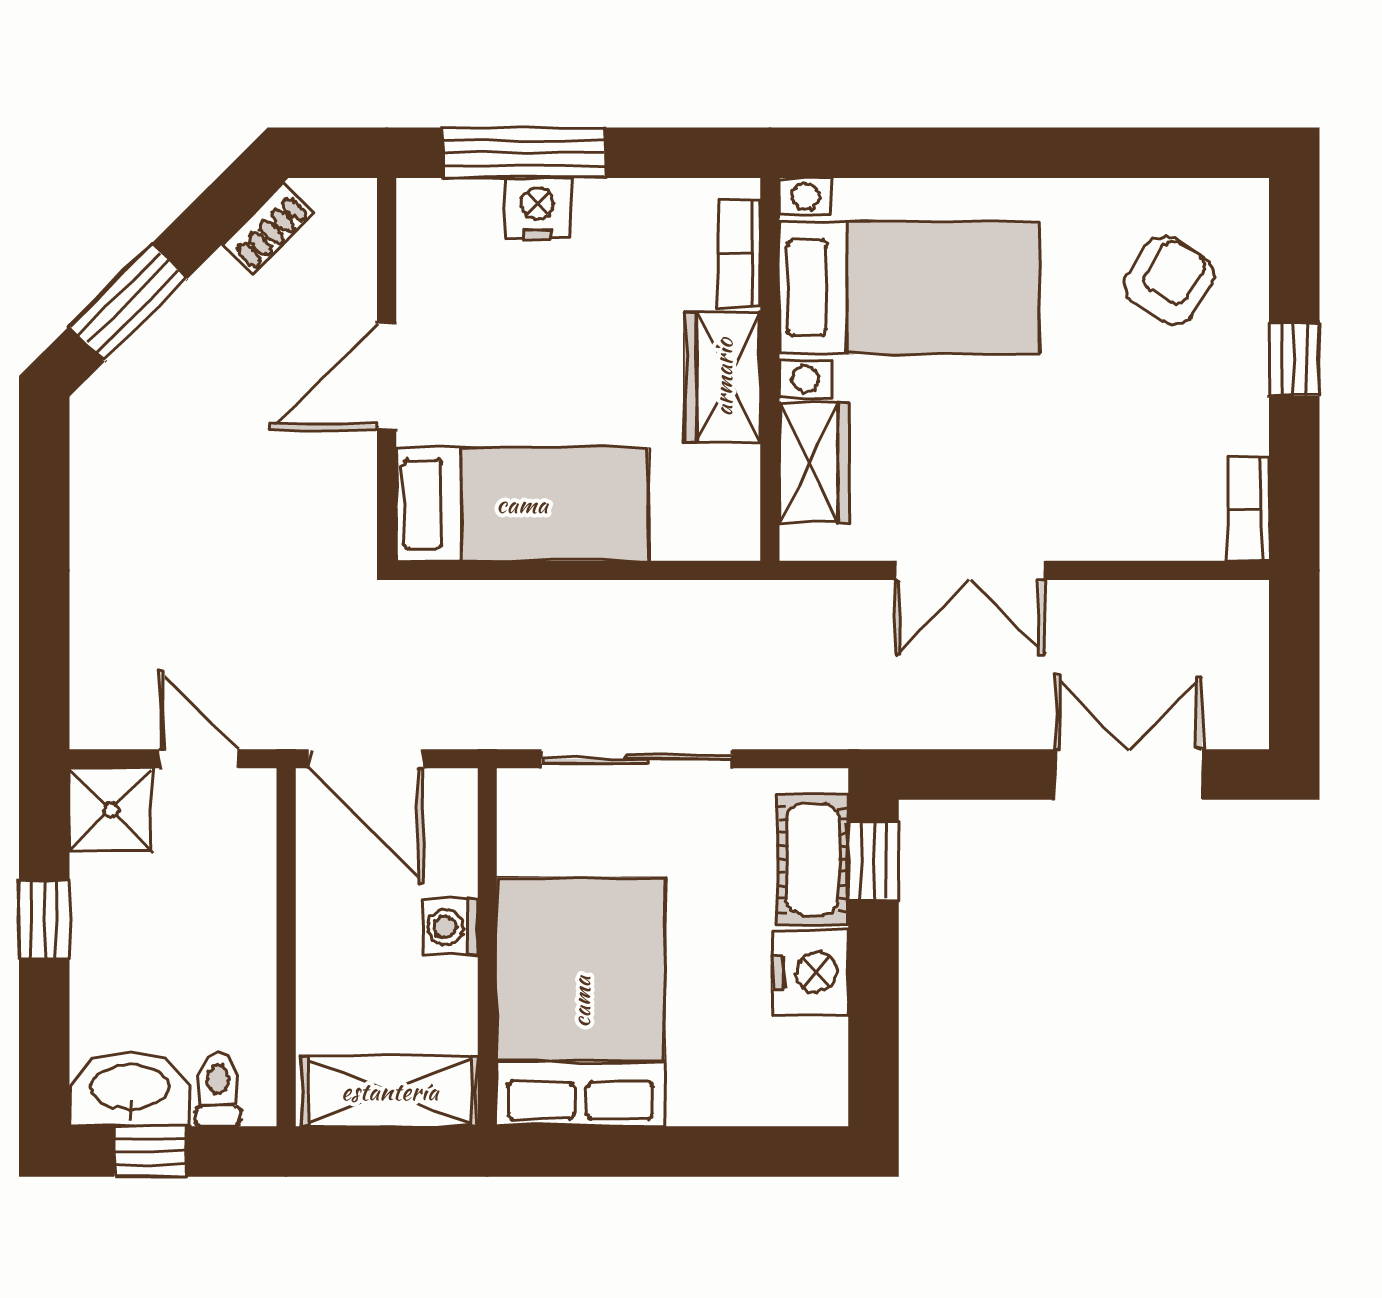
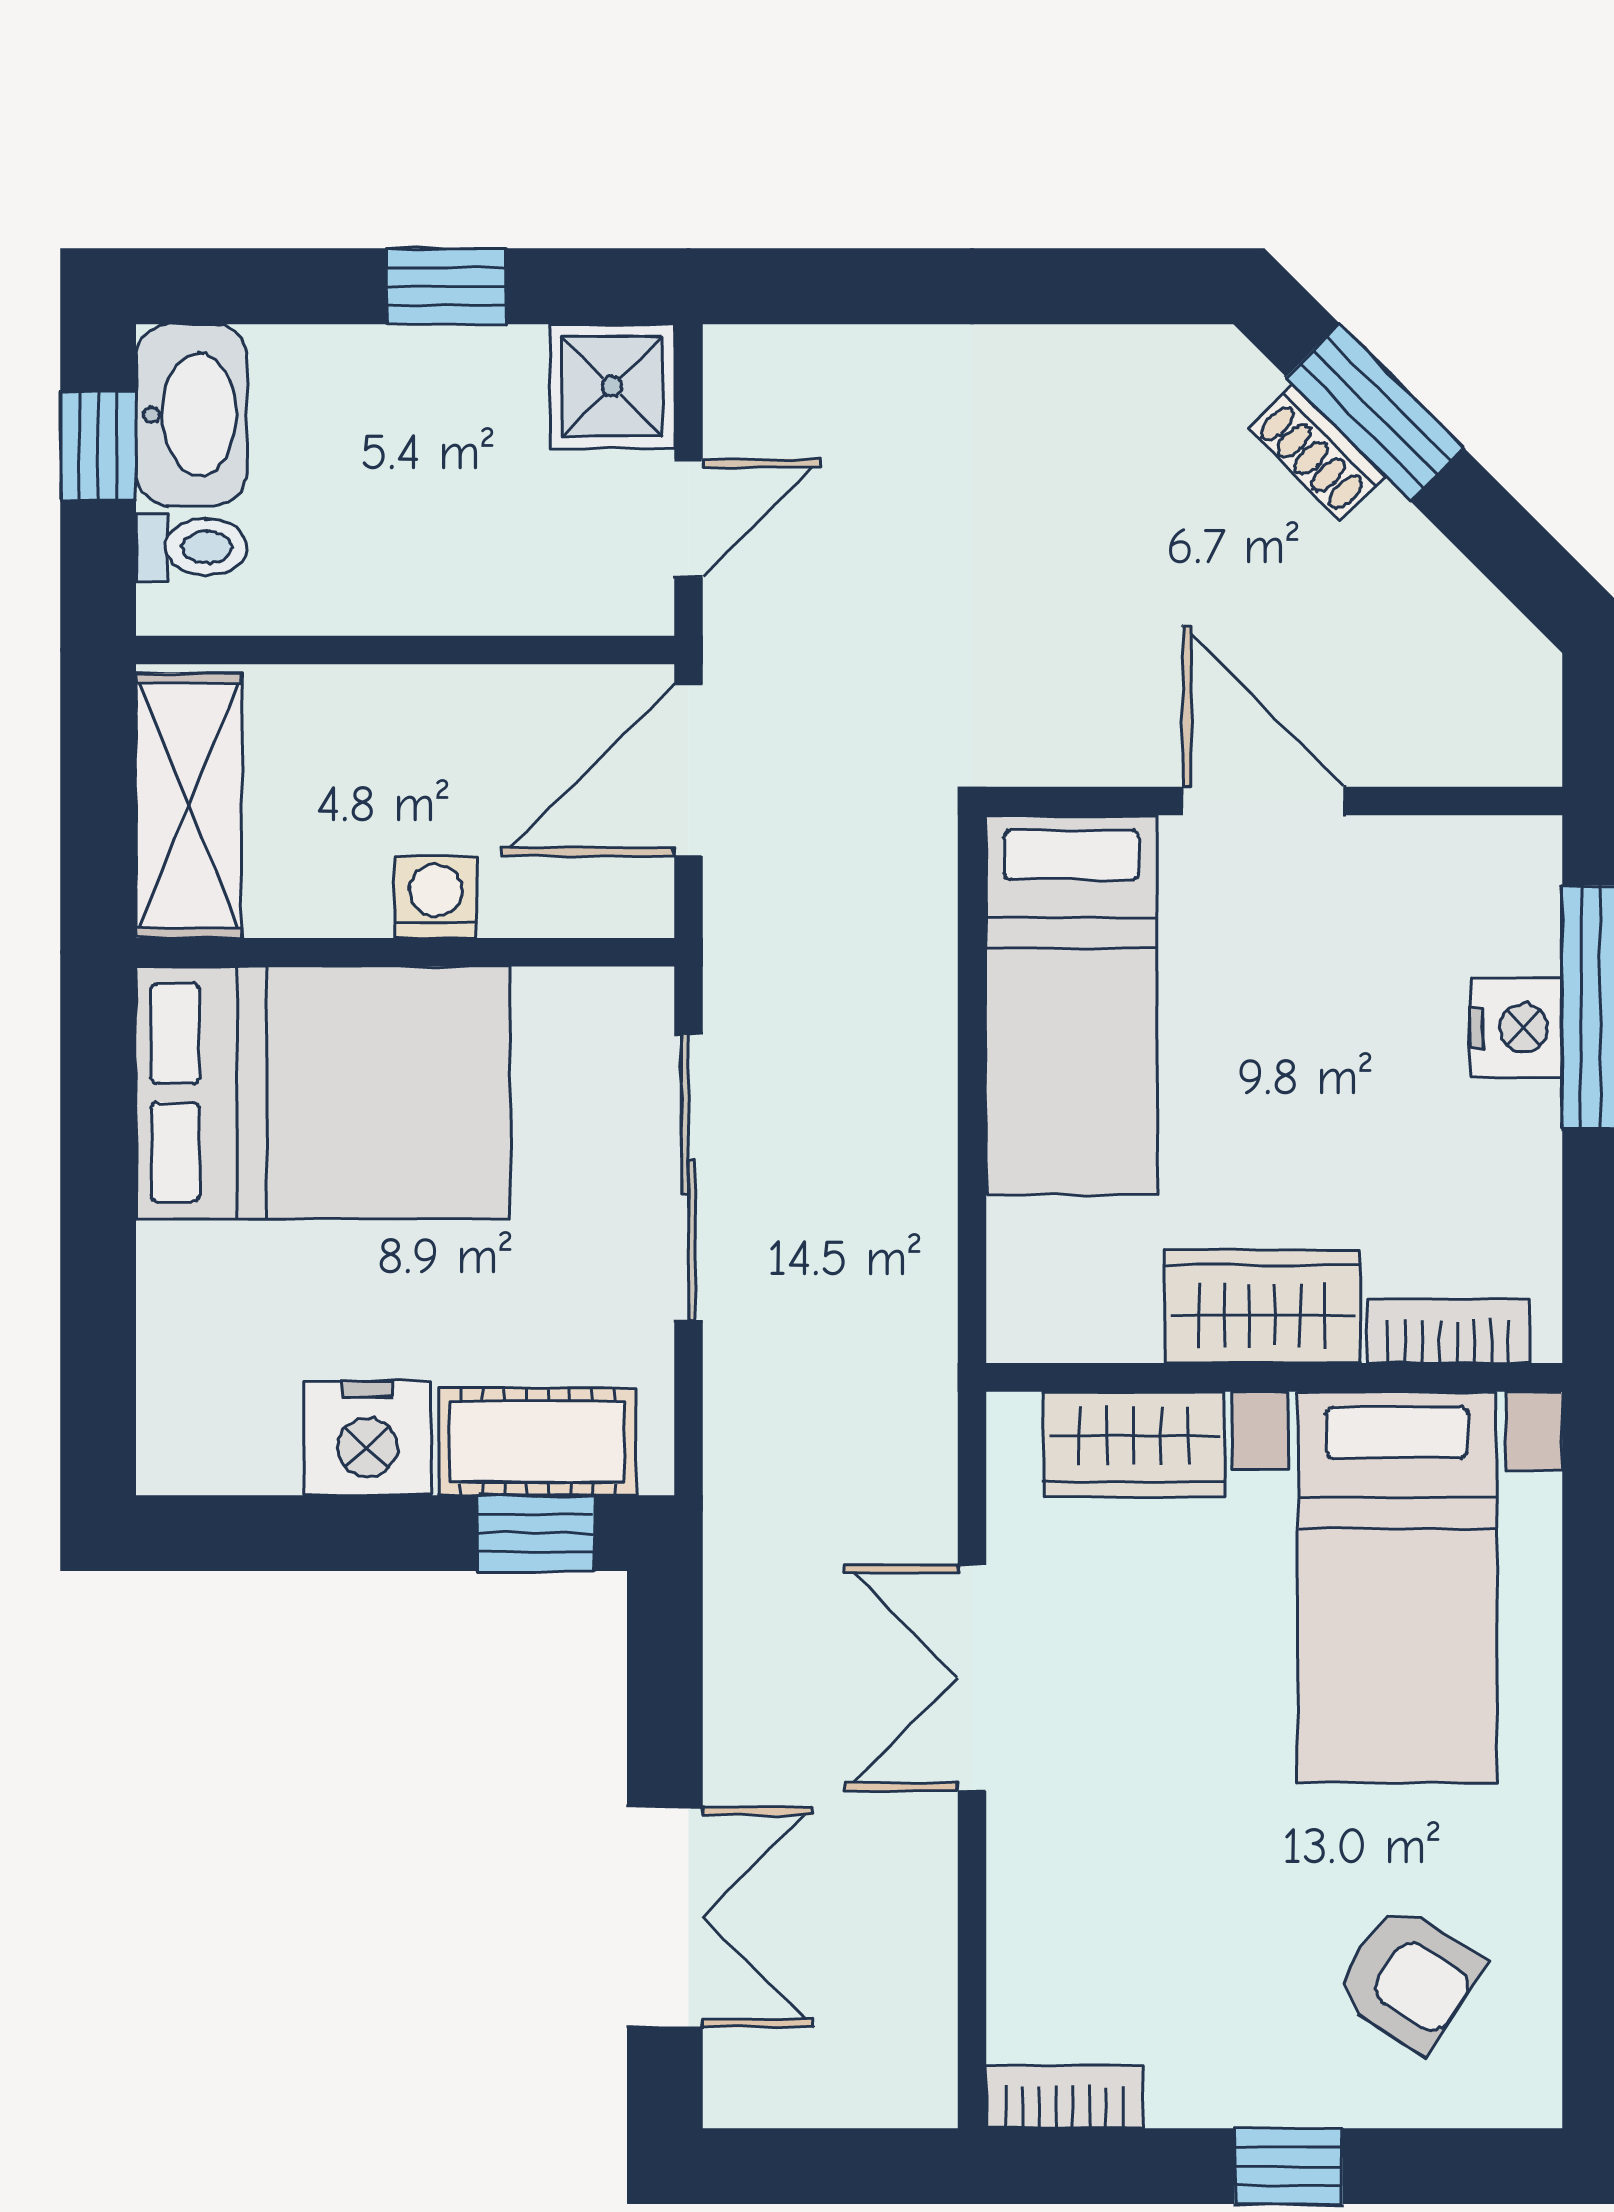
shoe rack: (268, 228) -> (1317, 452), moved

